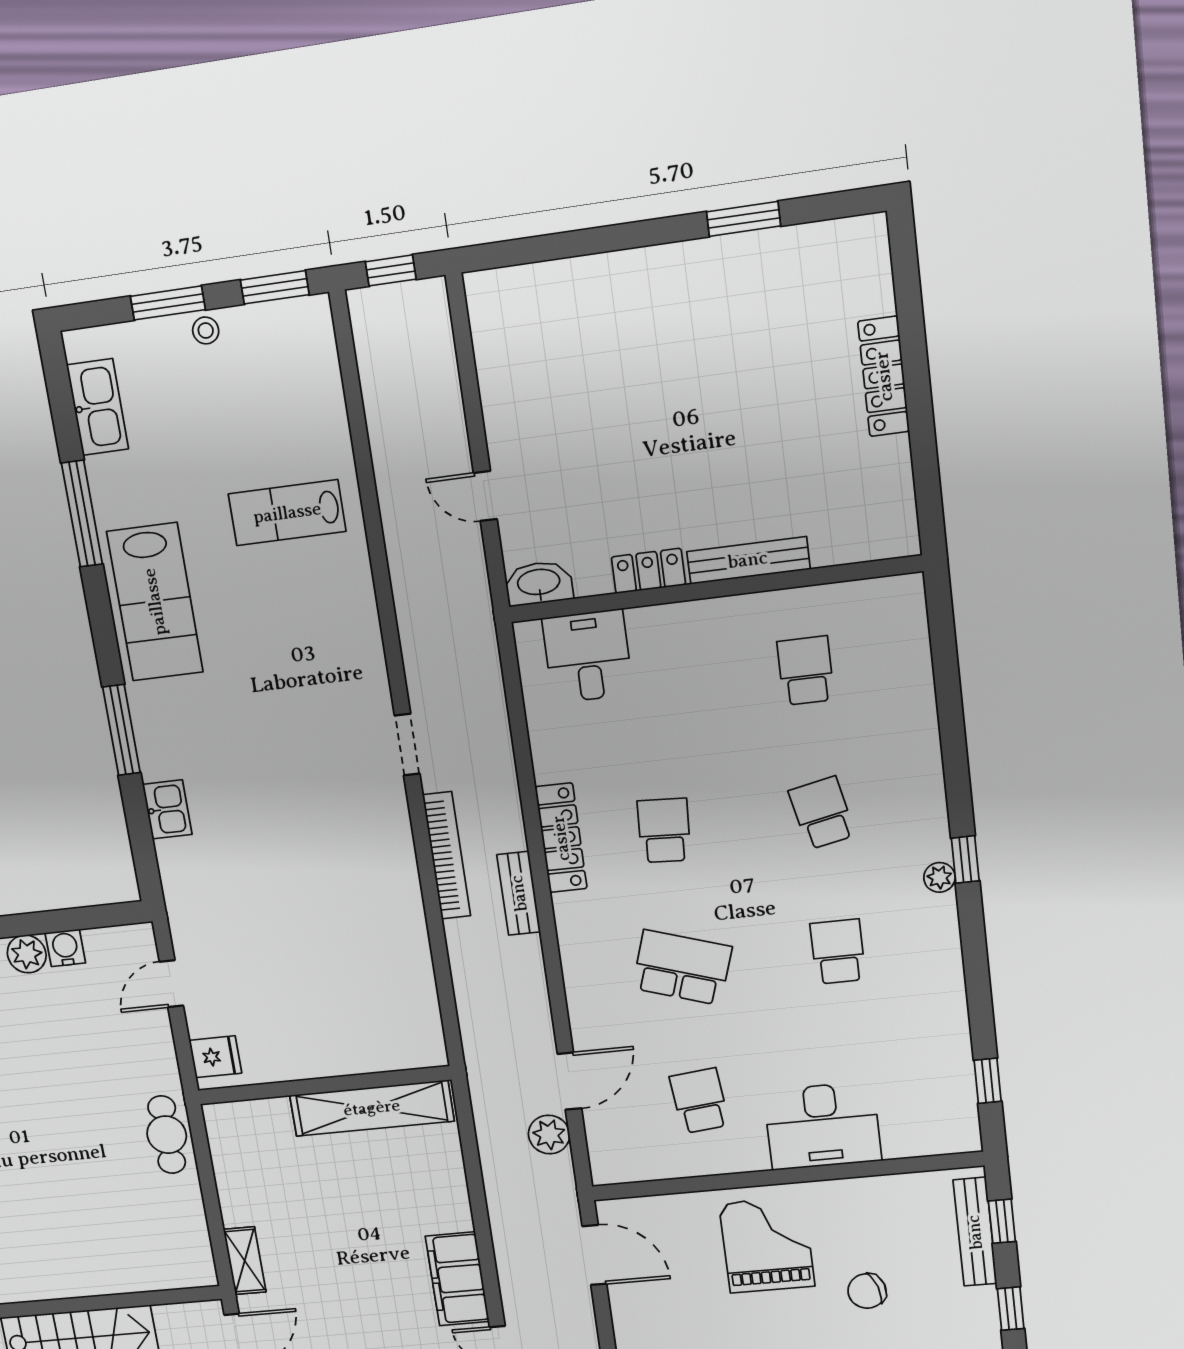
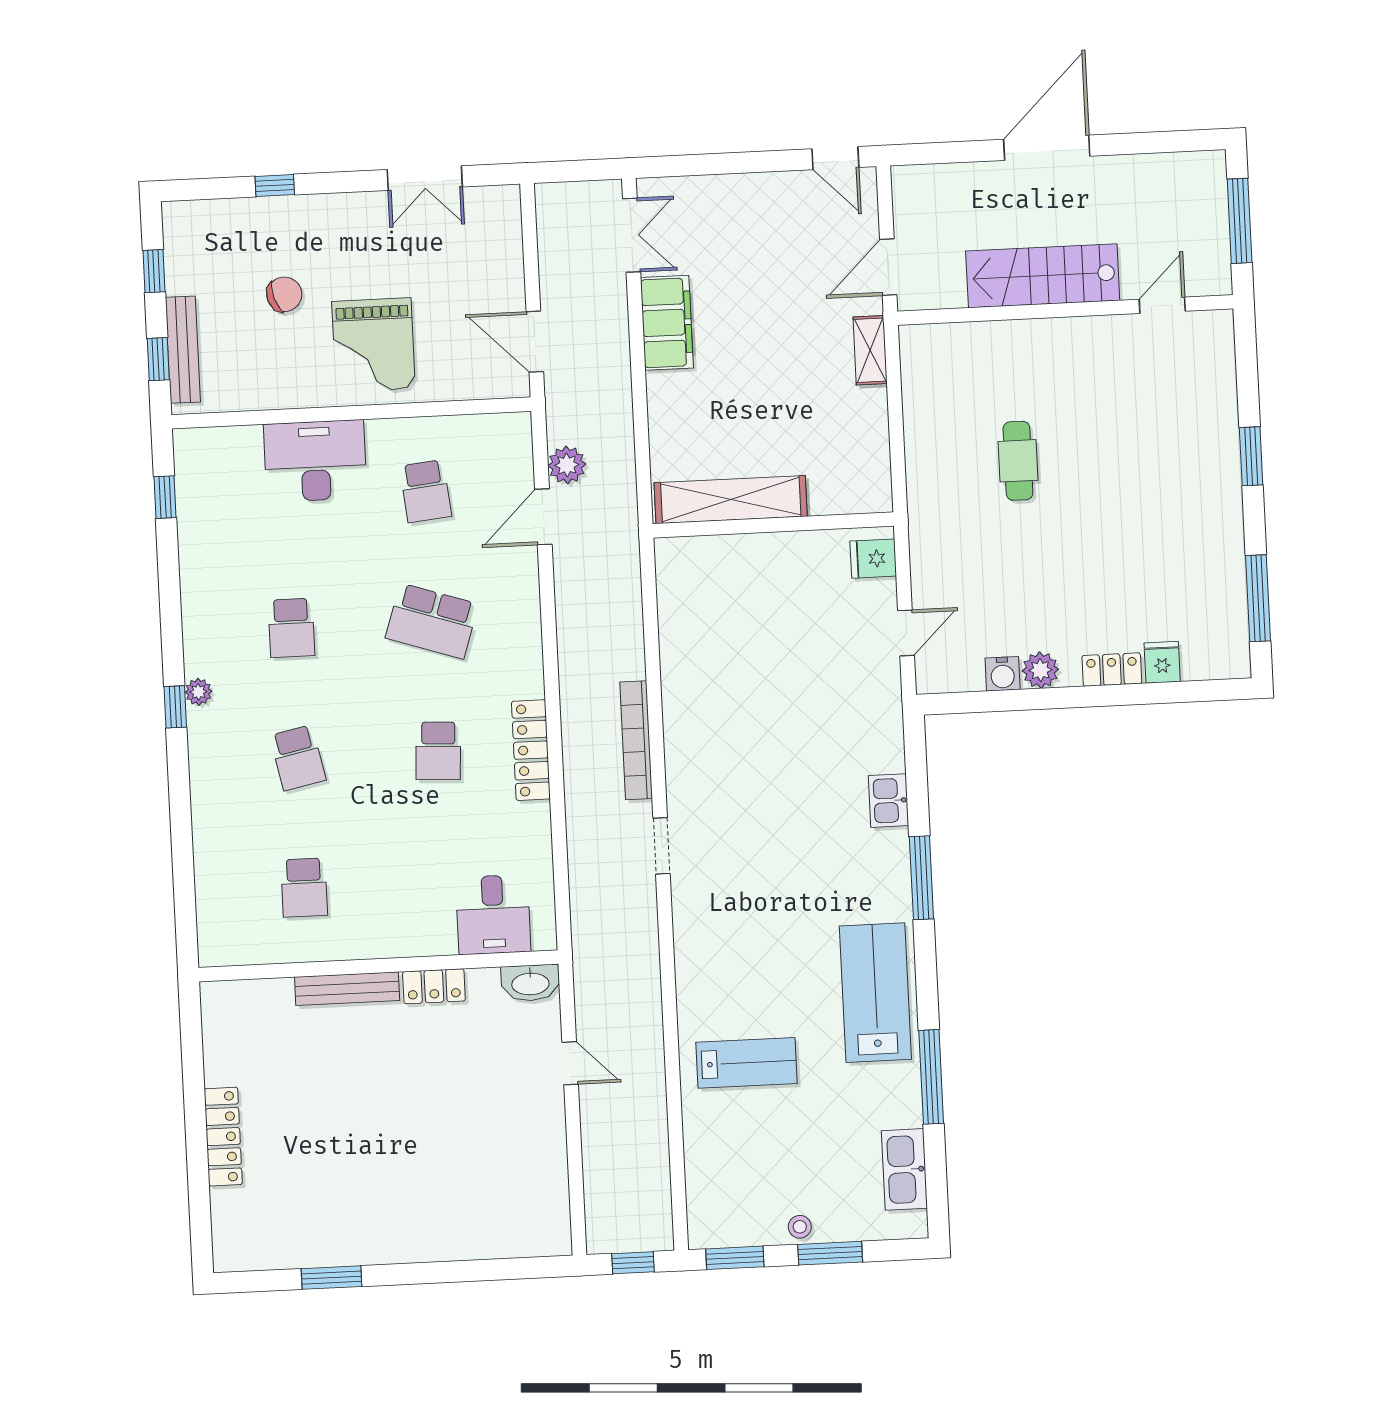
bench: (519, 893) -> (574, 700), removed
cafe table: (167, 1135) -> (1018, 461), moved

